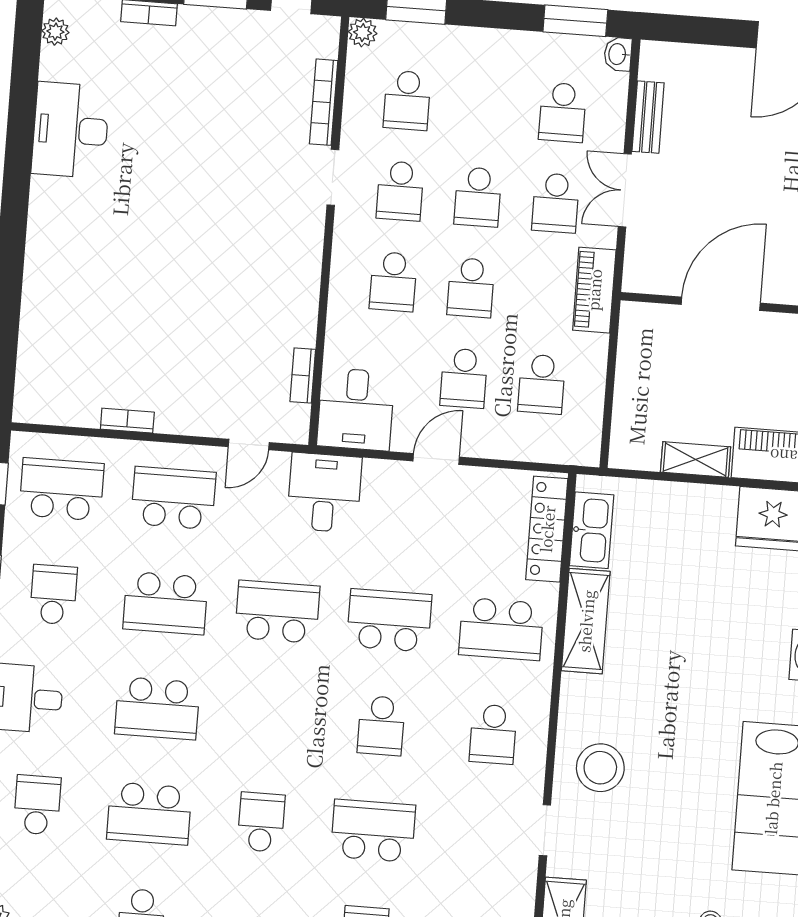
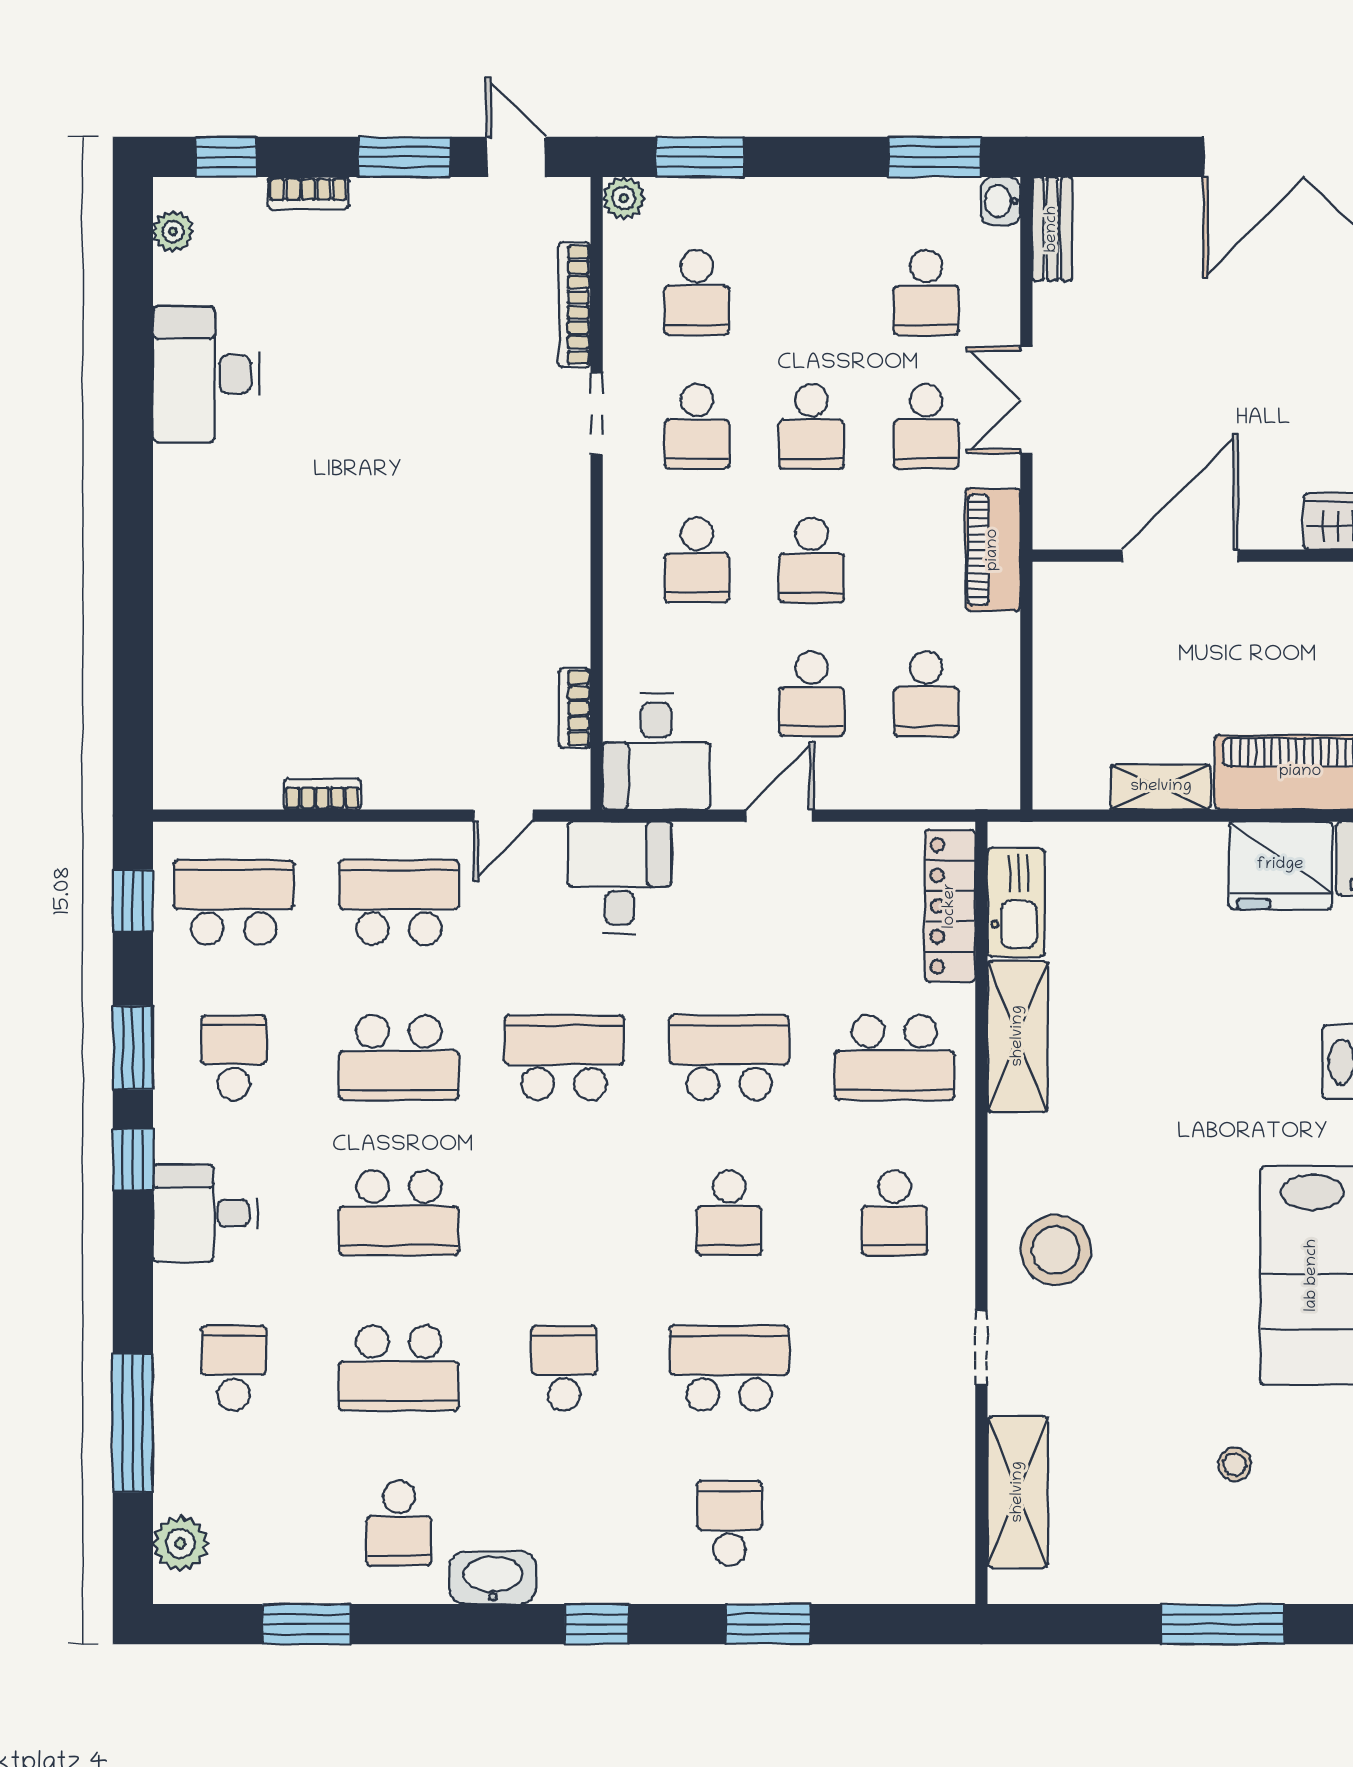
bench: (648, 117) -> (1052, 229), moved

